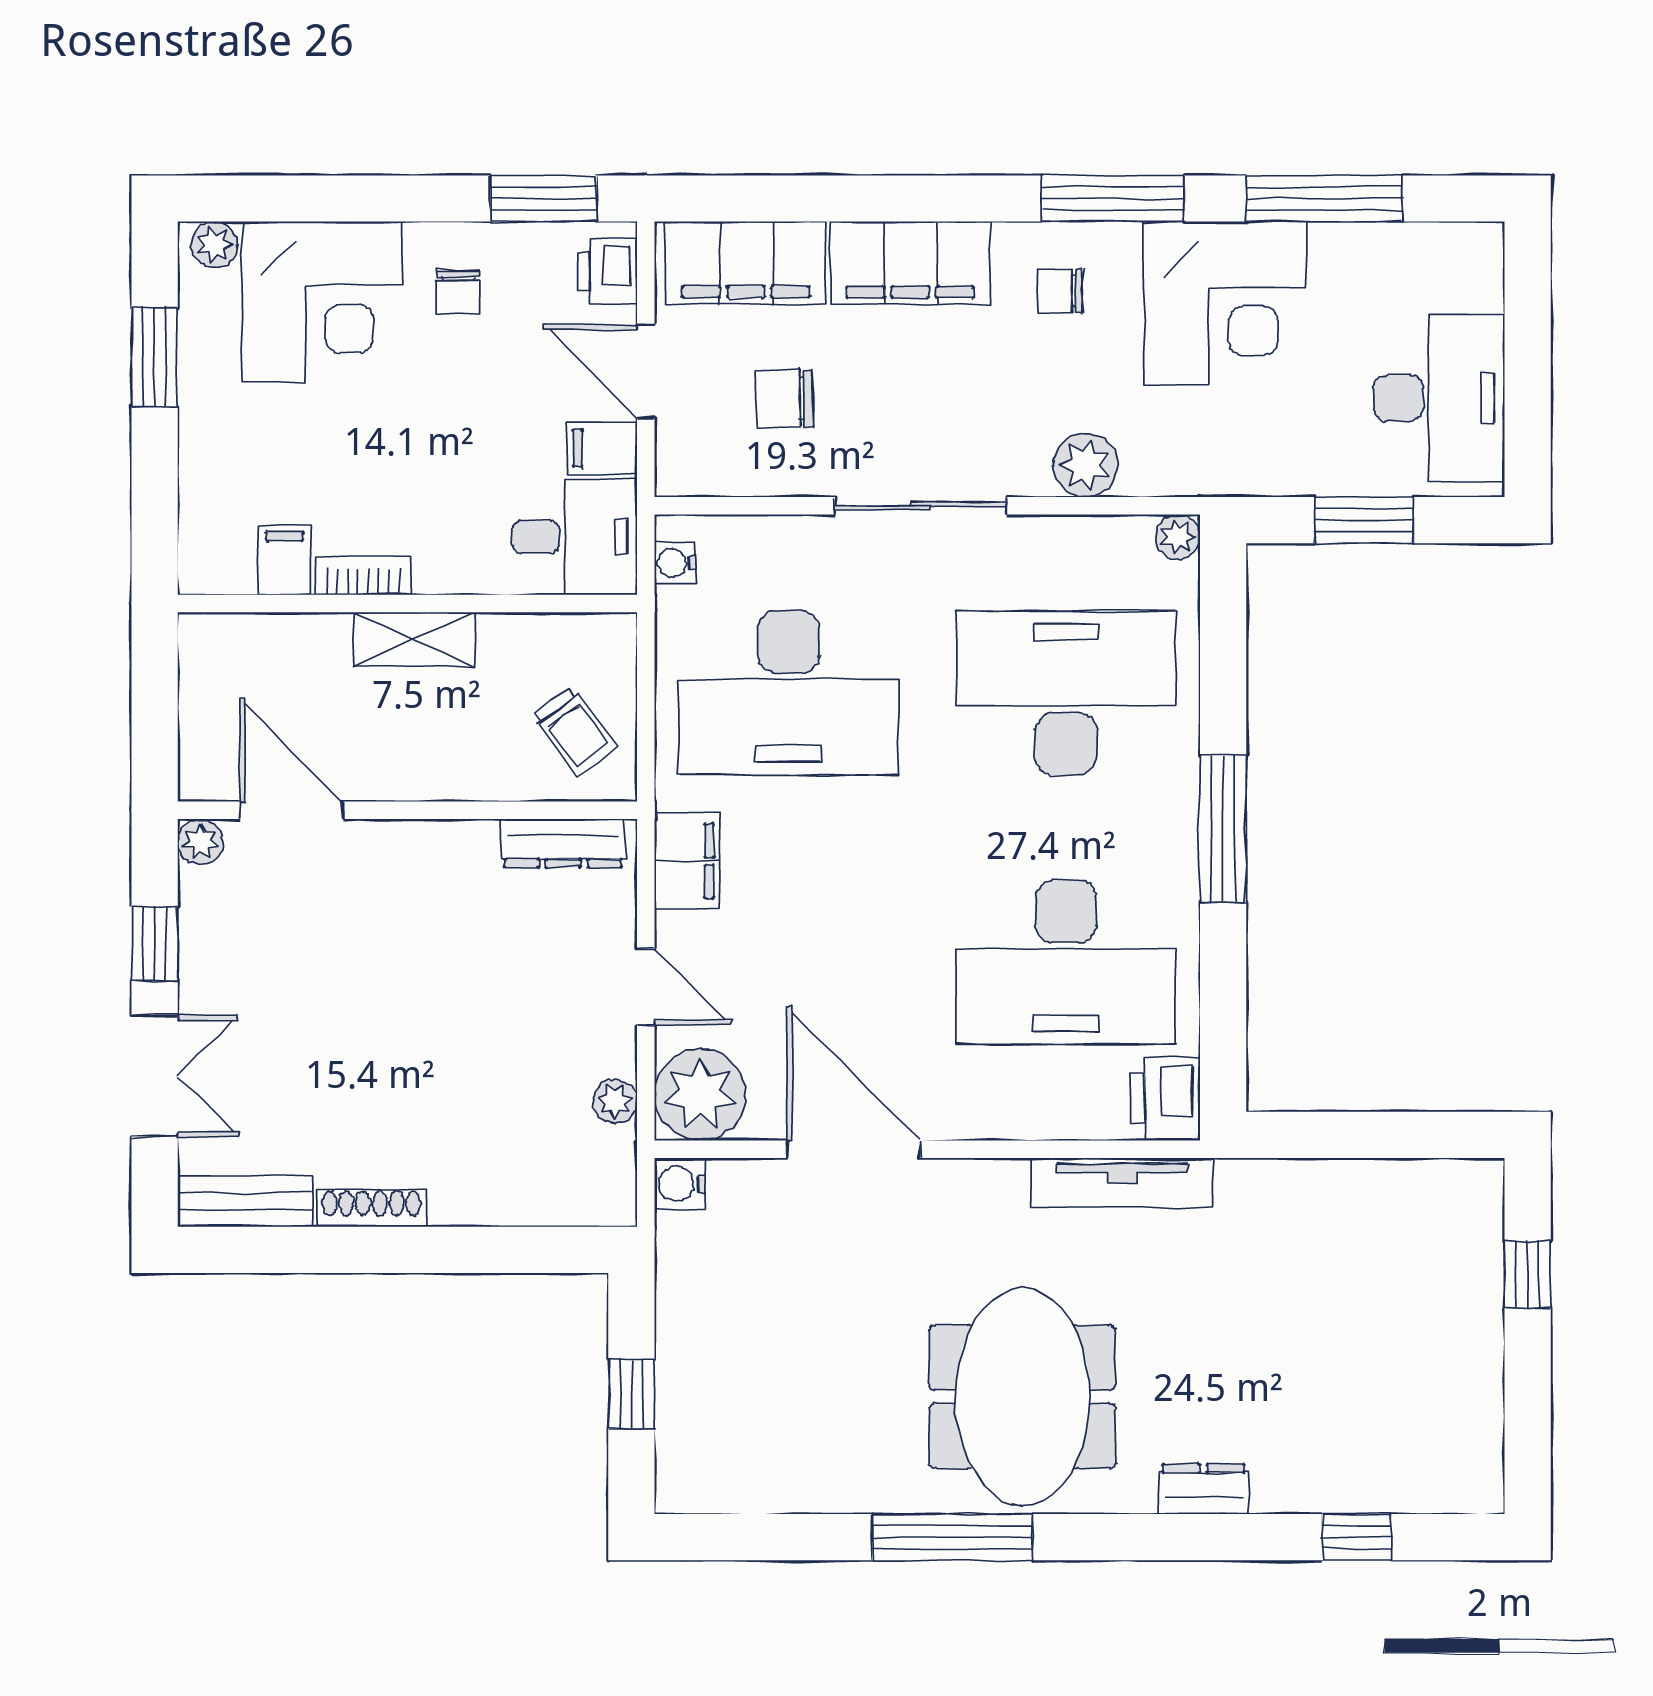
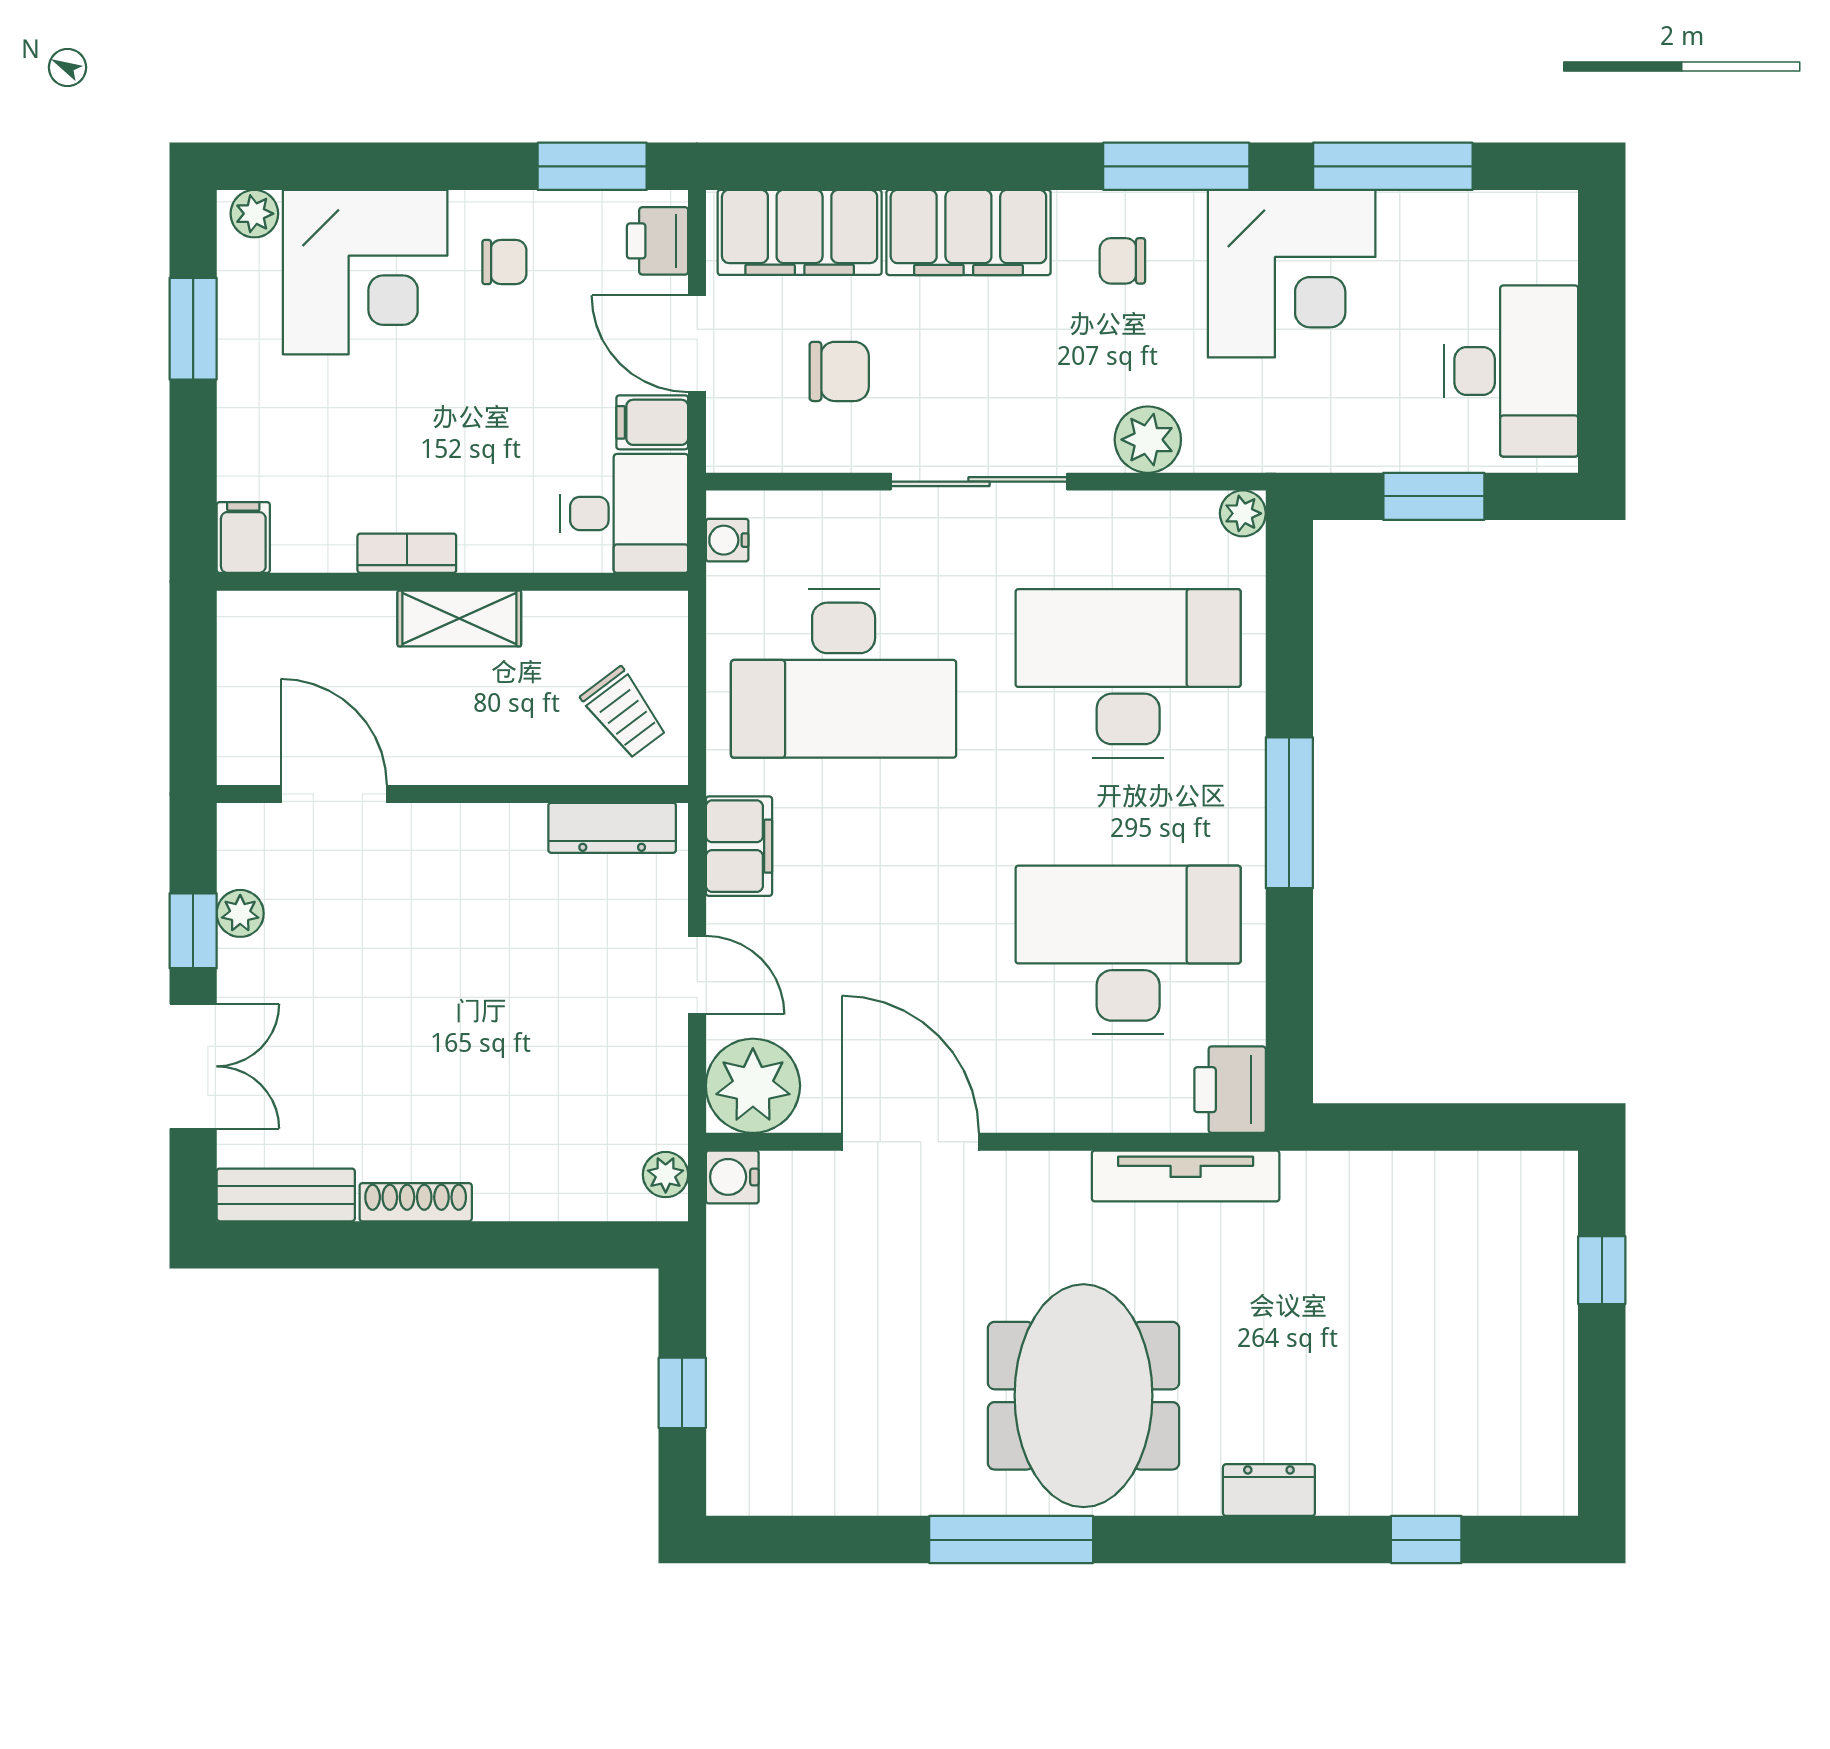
chair: (458, 292) -> (504, 262), turned -90
chair: (784, 398) -> (839, 371), turned 180
filing cabinet: (284, 560) -> (243, 538), moved
plant: (200, 842) -> (240, 913), moved
desk: (1066, 962) -> (1128, 950), turned 180
plant: (615, 1101) -> (666, 1175), moved

